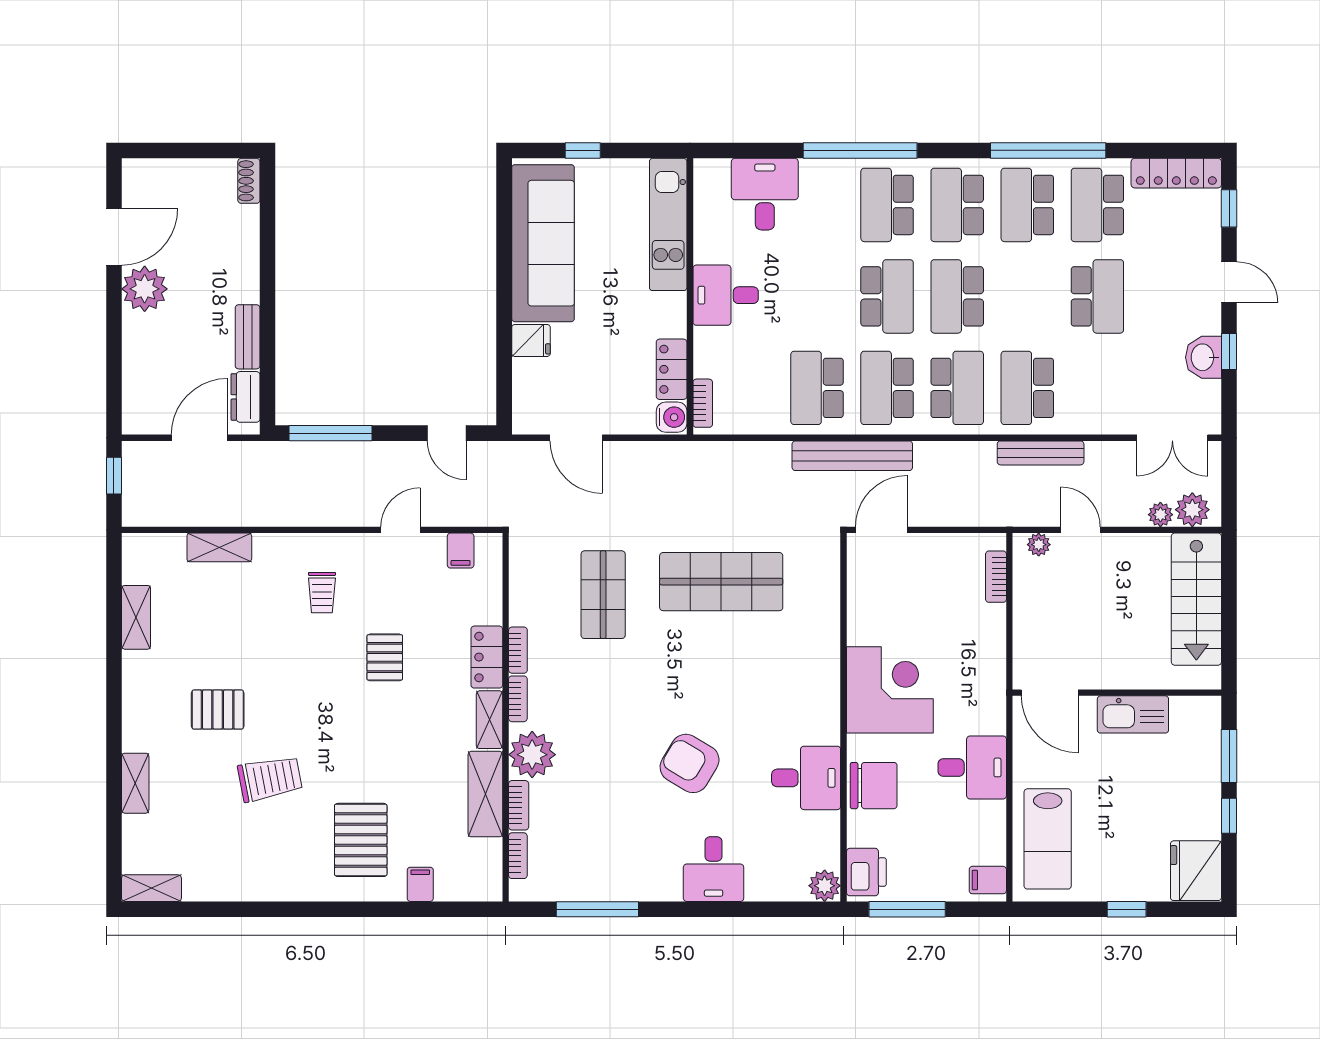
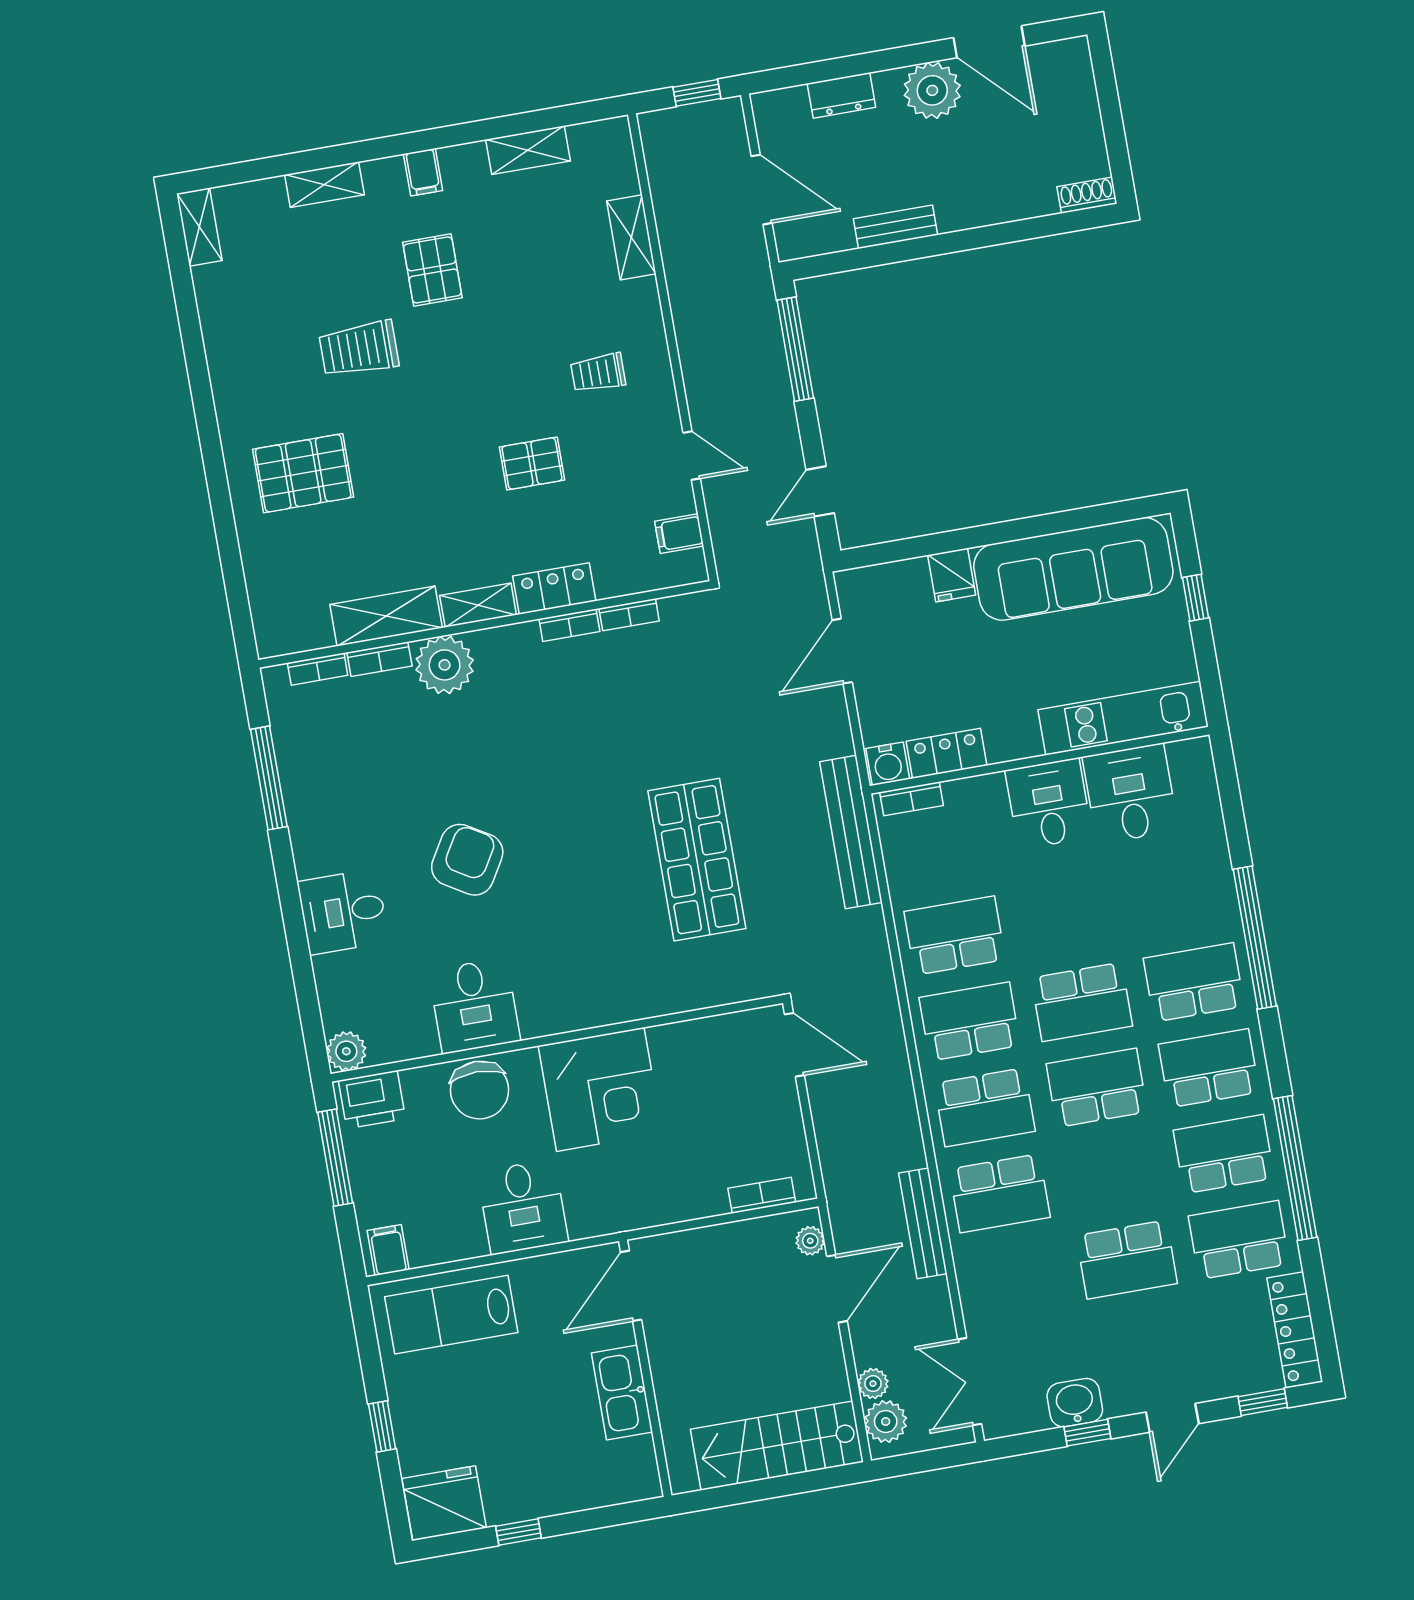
desk: (765, 194) -> (1130, 794), moved, turned -90
school desk: (1027, 388) -> (1000, 1193), turned 180
dresser: (246, 397) -> (841, 95), moved, turned 180
bench: (852, 456) -> (851, 832), moved
door: (1080, 530) -> (837, 1289), width x1.38
shop shelf: (603, 595) -> (656, 718), removed
bookcase: (518, 699) -> (629, 615), moved
window: (1229, 756) -> (592, 1519), removed
trolley: (270, 779) -> (359, 349), turned 101
filing cabinet: (420, 884) -> (423, 172), moved, turned 90

